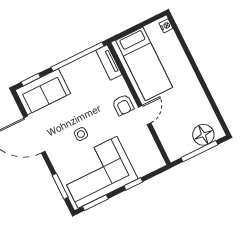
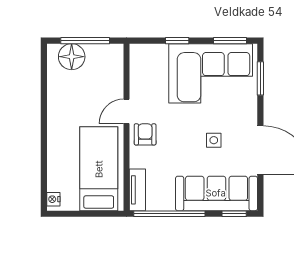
sofa: (43, 92) -> (216, 193), width x1.36
side table: (81, 134) -> (214, 140), moved

